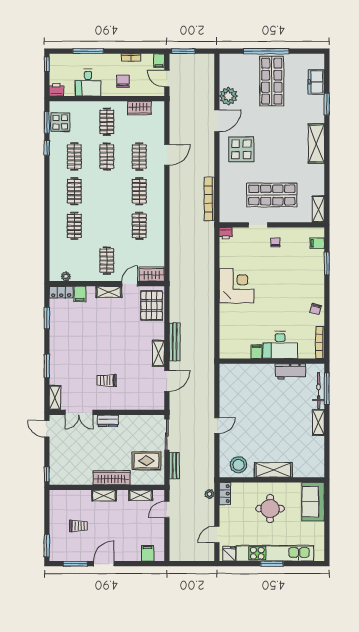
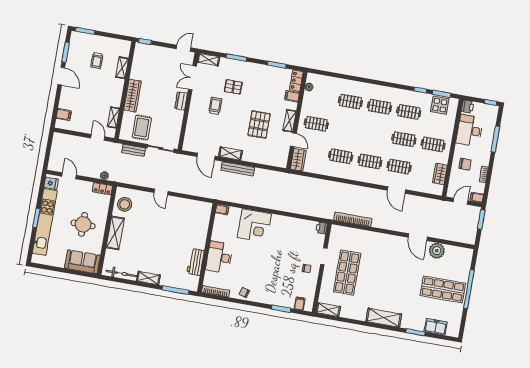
desk: (88, 83) -> (470, 131), width x1.37
display table: (241, 149) -> (390, 254), removed
corner desk: (237, 286) -> (254, 226), moved
pallet: (152, 305) -> (259, 124), moved, turned 90
filing cabinet: (256, 352) -> (222, 210), moved
pallet: (81, 364) -> (233, 87), added
bicycle: (319, 391) -> (121, 273), moved
shelving: (104, 495) -> (122, 68), moved

